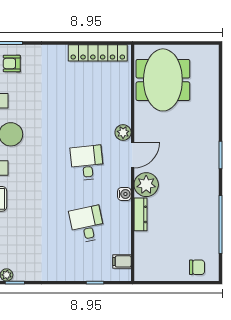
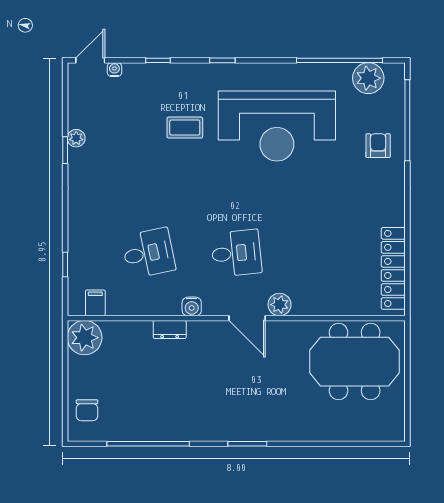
plant: (146, 185) -> (85, 338), moved
dresser: (140, 214) -> (170, 329), width x0.70

